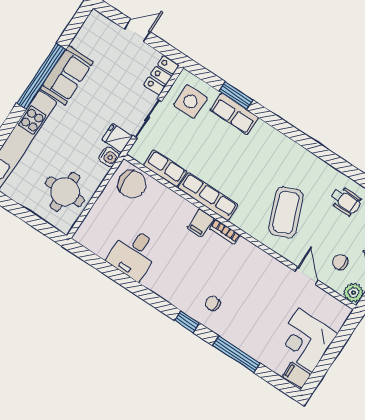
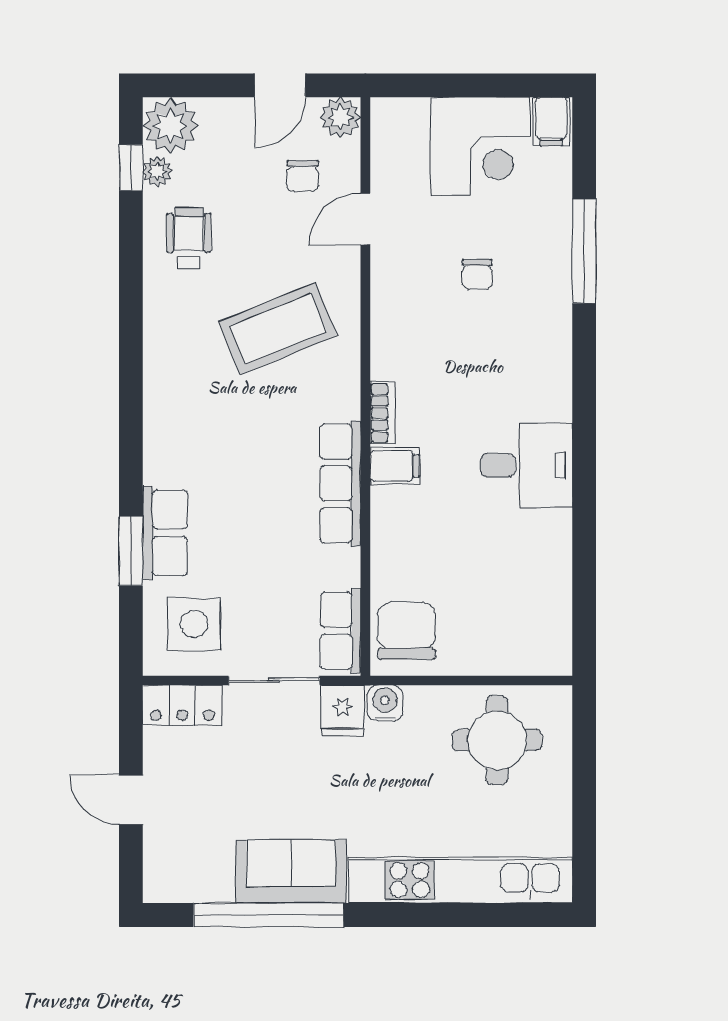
window: (41, 76) -> (269, 915), moved
row of seats: (165, 168) -> (341, 631), moved
desk: (134, 254) -> (526, 465), moved
chair: (213, 304) -> (477, 274), moved
window: (187, 322) -> (584, 376), removed

